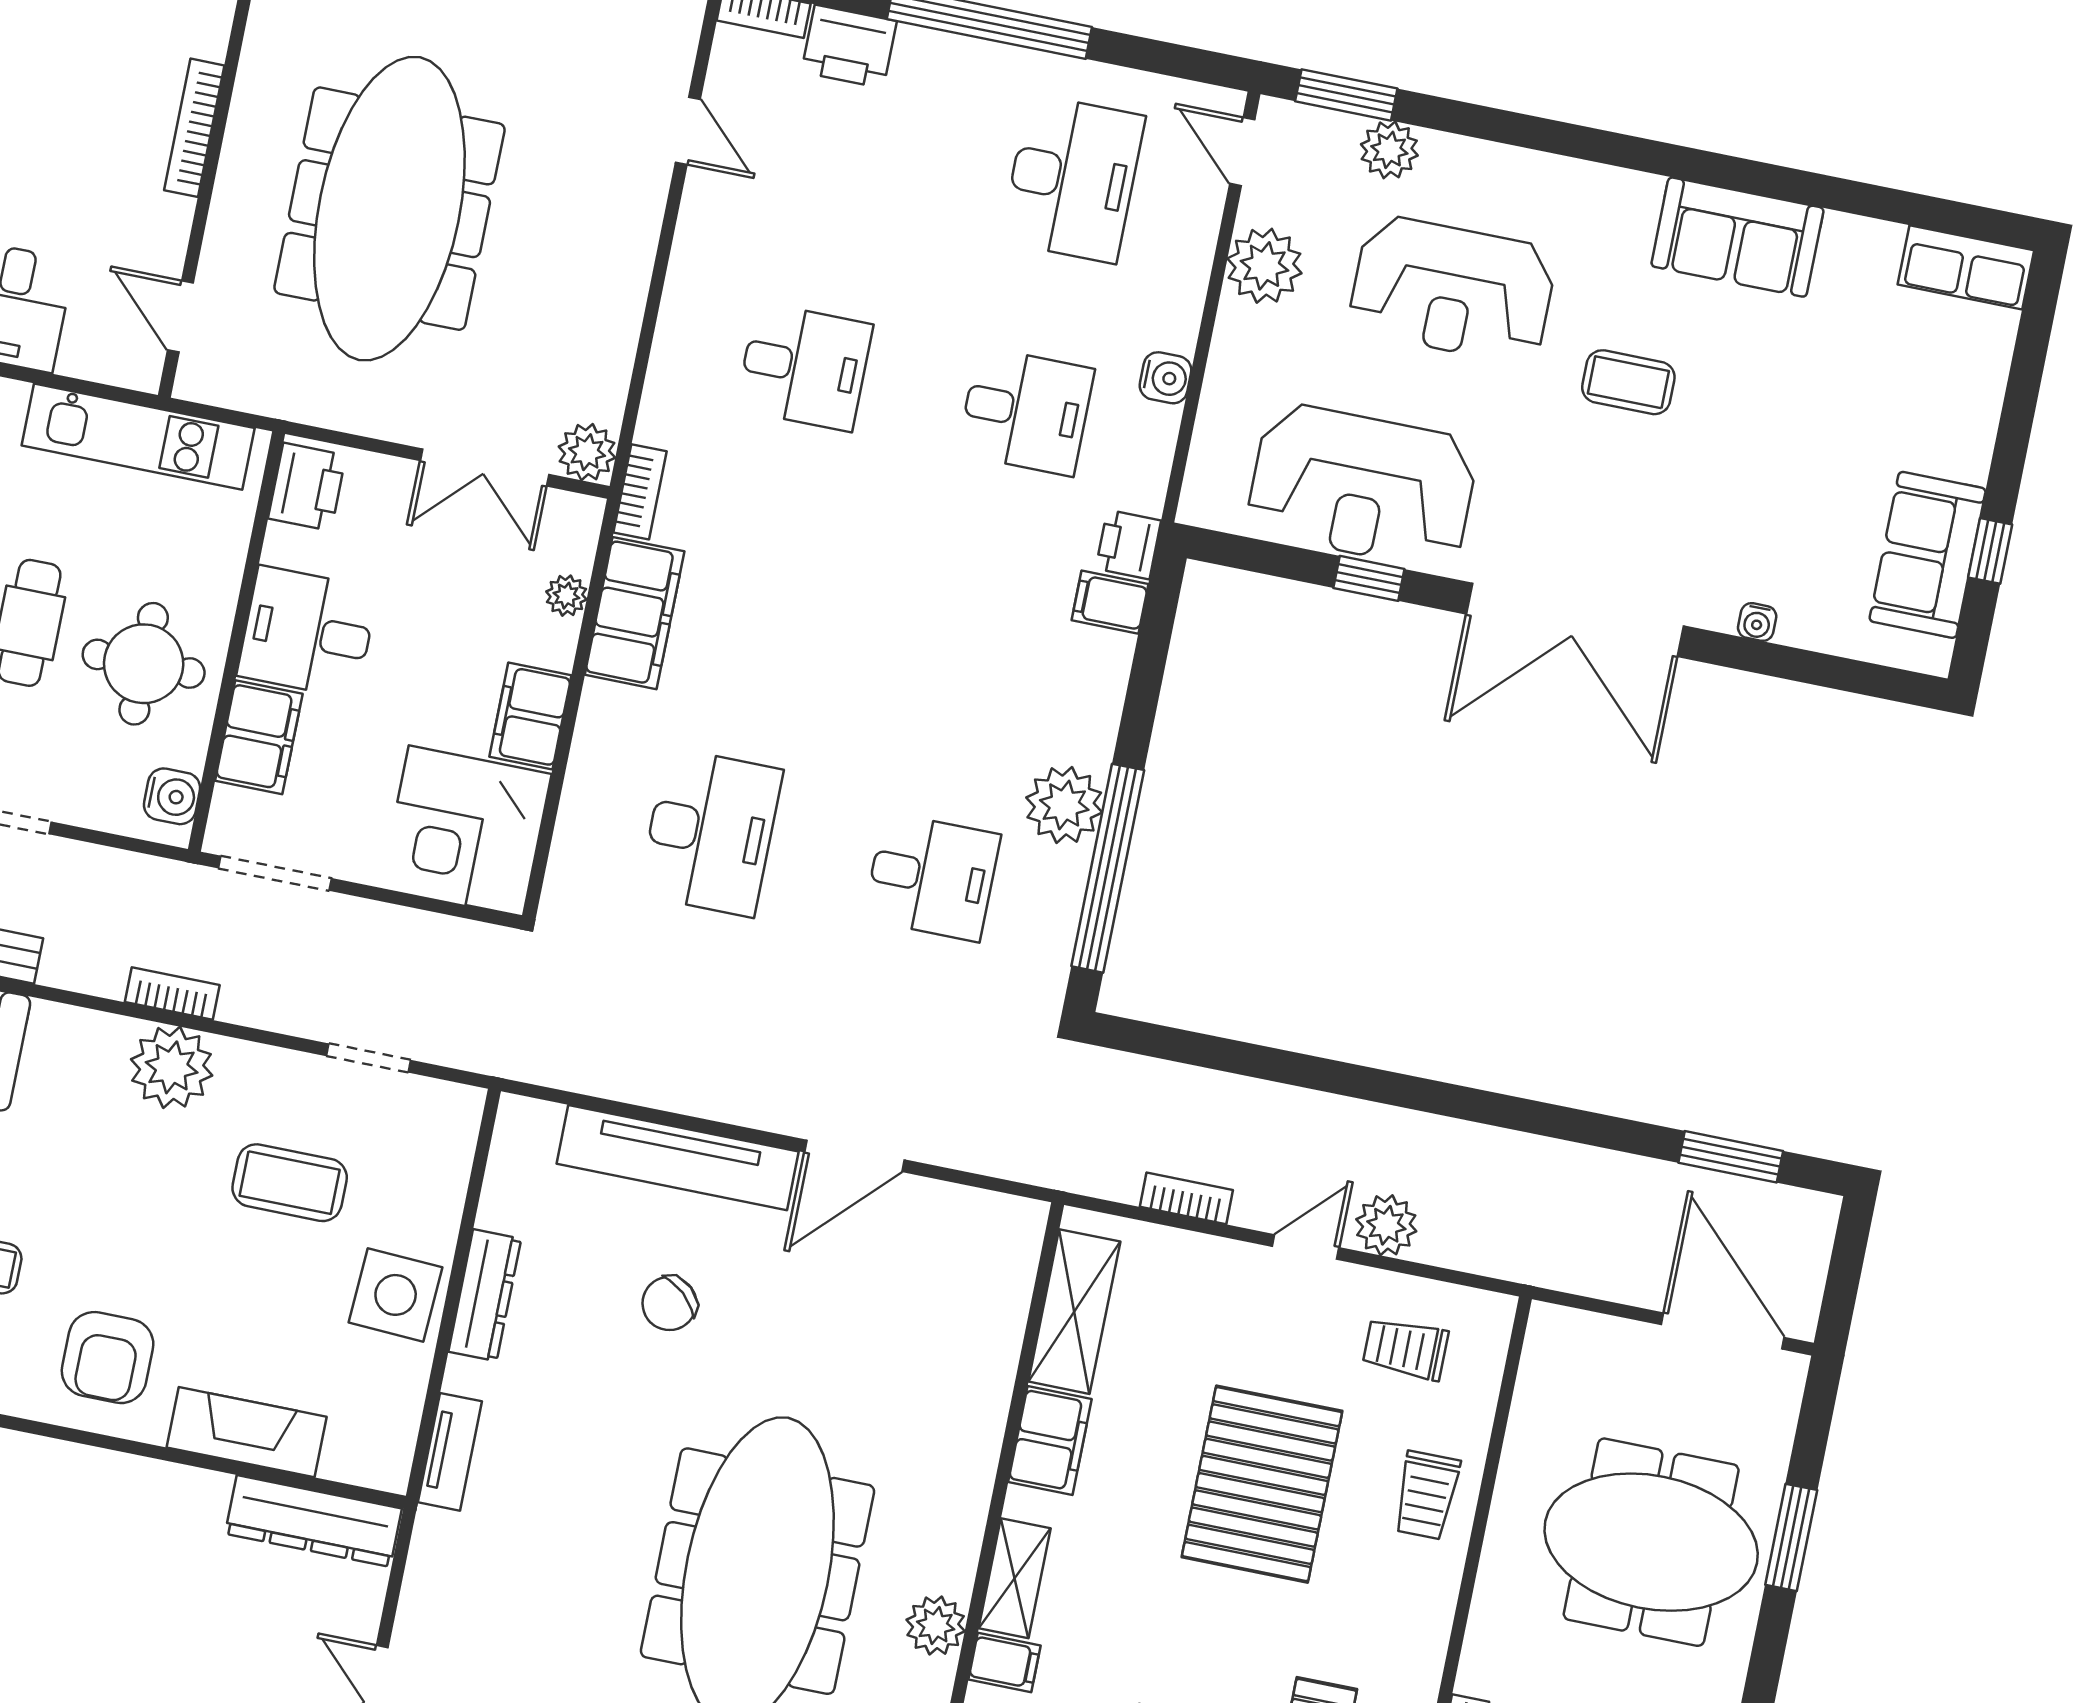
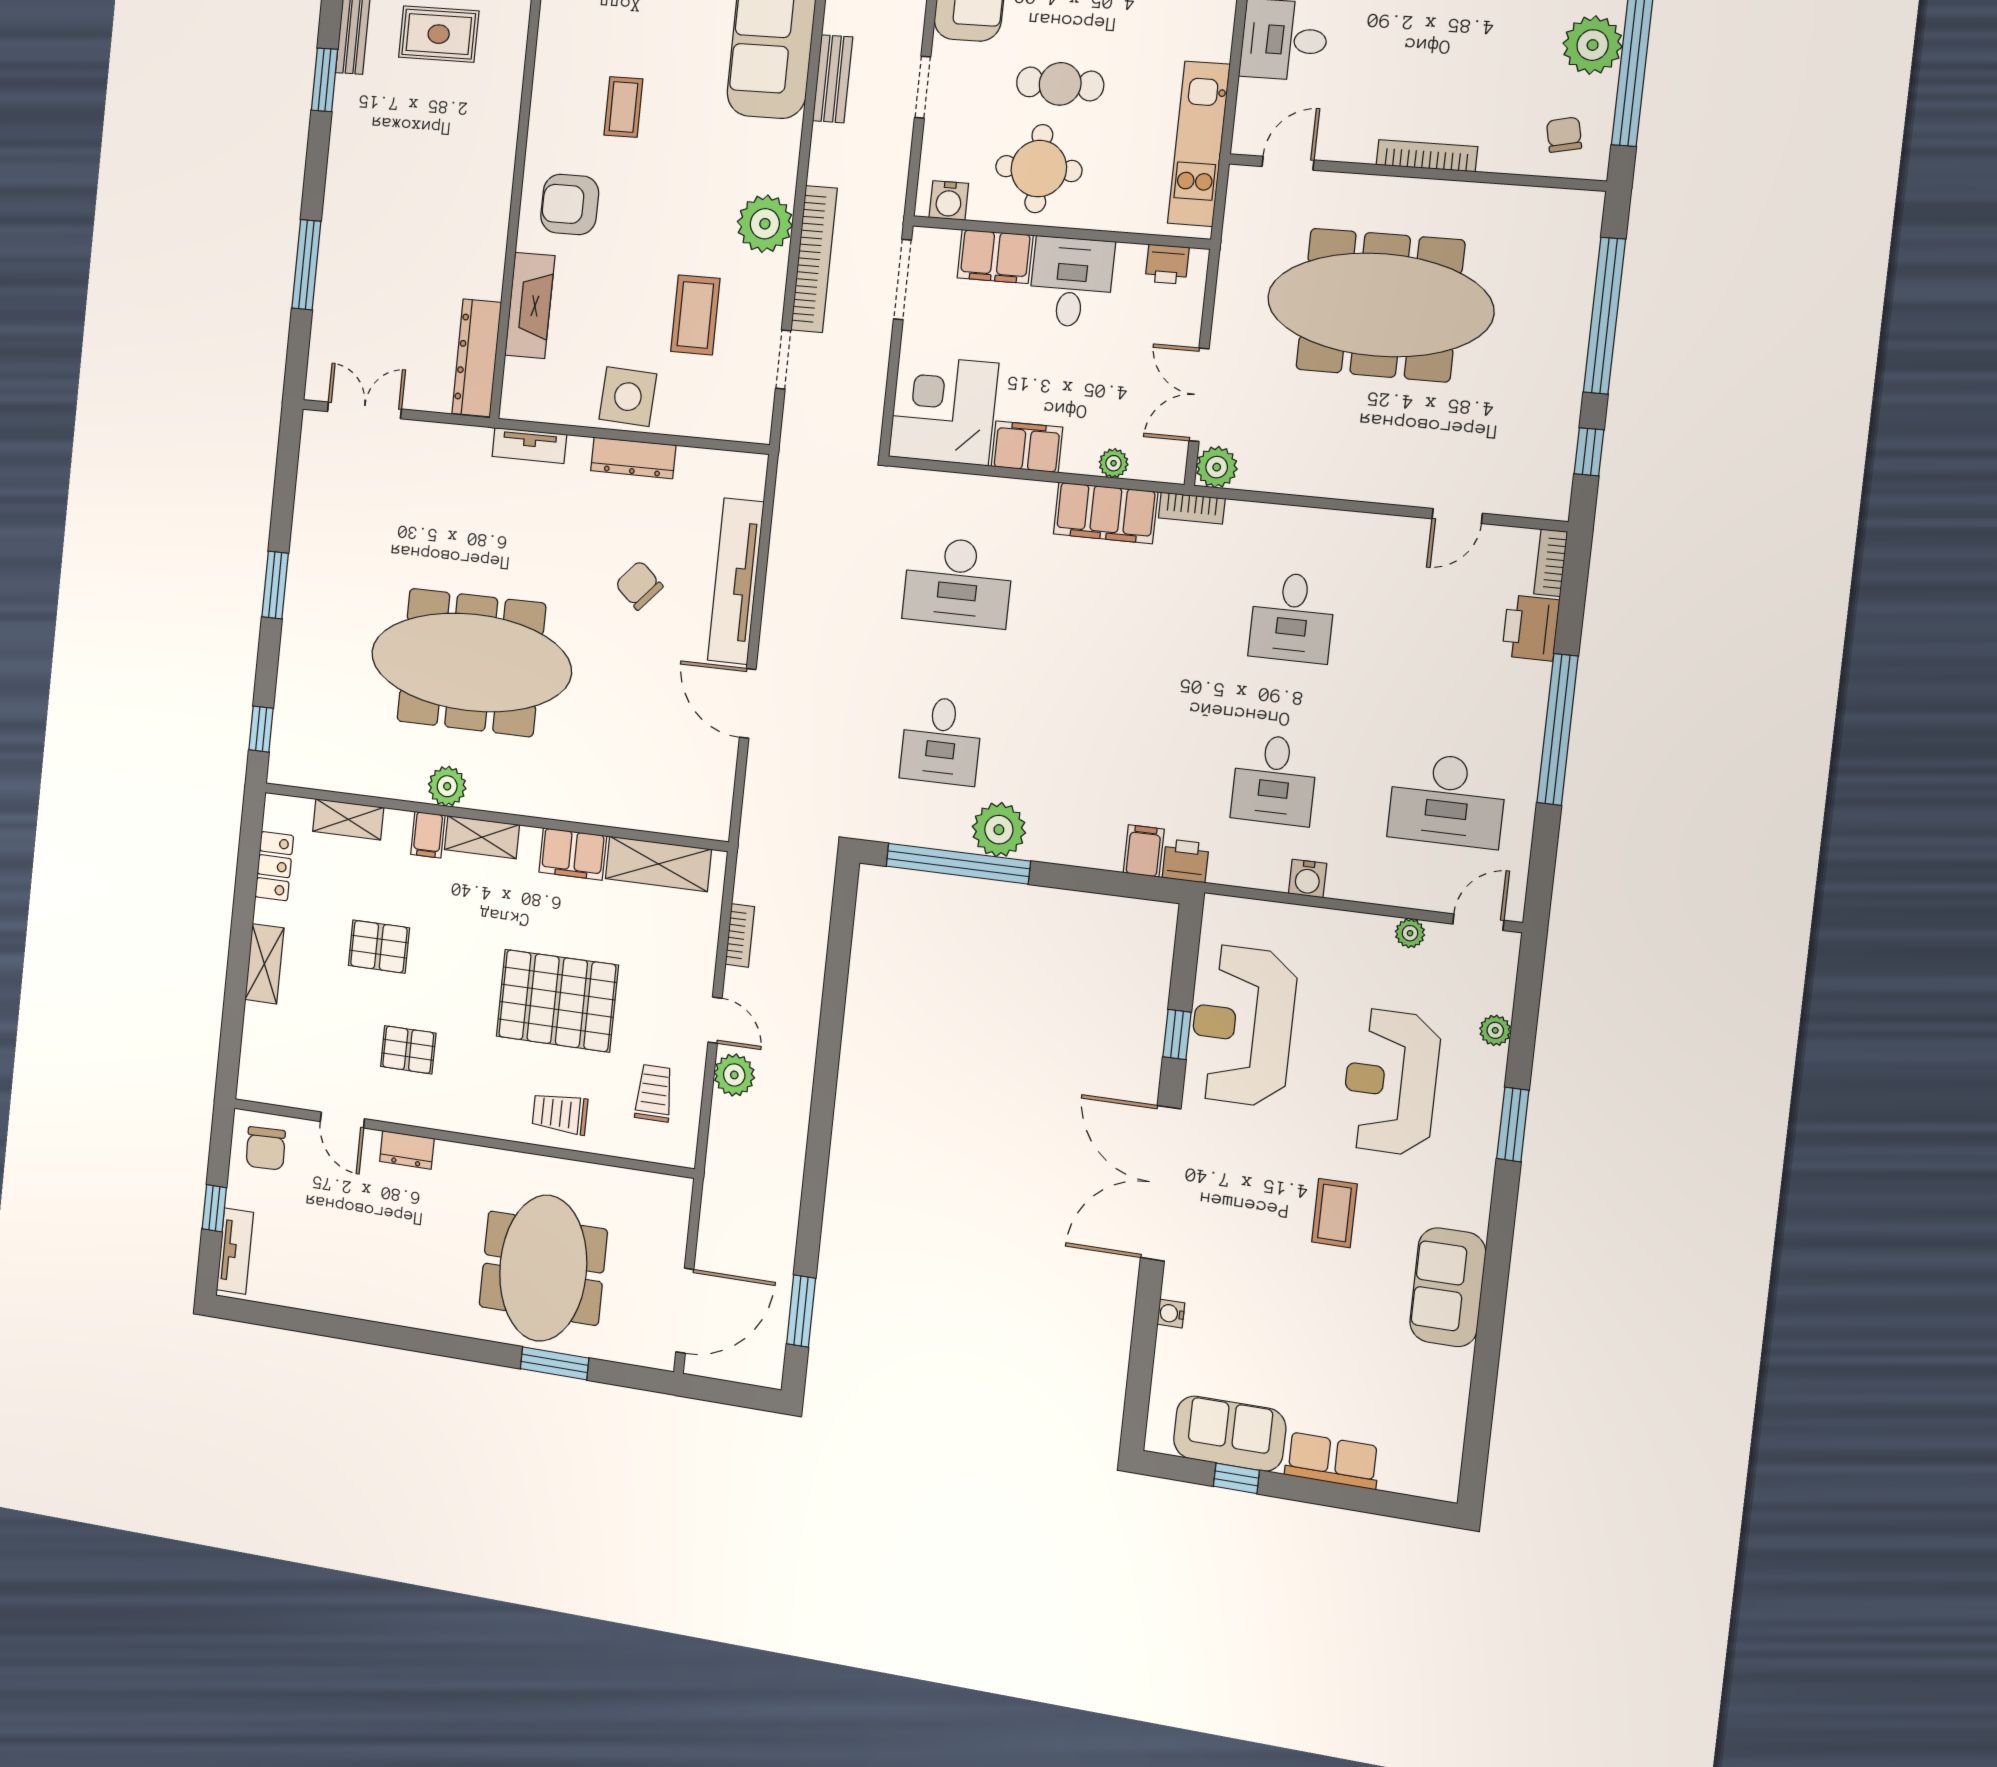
window: (1346, 95) -> (1513, 1124), moved
plant: (1389, 150) -> (1495, 1030), width x0.73, depth x0.73
plant: (1264, 266) -> (1410, 933), width x0.53, depth x0.53
row of seats: (1966, 267) -> (1332, 1461), moved, turned 90
printer: (307, 487) -> (1167, 264), width x0.73, depth x0.81
bookcase: (172, 994) -> (814, 259), width x2.31, depth x1.31

